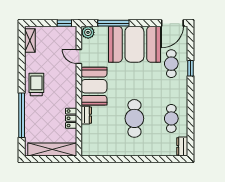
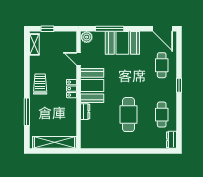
window: (64, 23) -> (47, 29), moved
door: (172, 23) -> (163, 29), hinge flipped
booth: (134, 44) -> (122, 43), width x0.73, depth x0.70
window: (190, 68) -> (179, 85), moved
window: (22, 115) -> (27, 112), width x0.68
locker: (71, 118) -> (71, 89), moved

